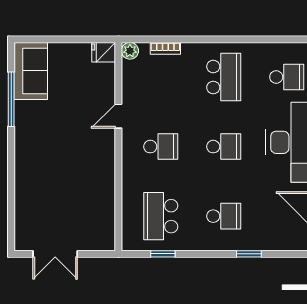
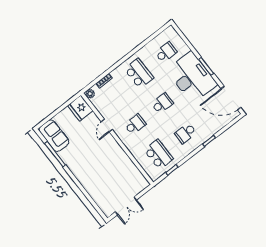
fridge: (104, 52) -> (80, 108), width x1.88, depth x1.34
school desk: (161, 216) -> (159, 154), turned 180
school desk: (224, 216) -> (186, 133), turned 180

